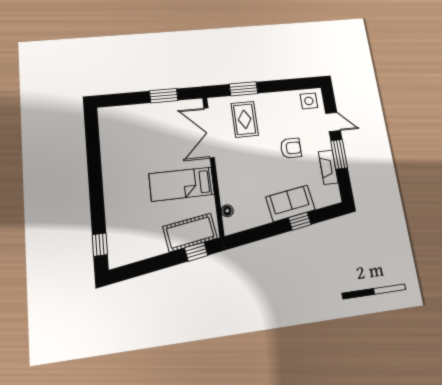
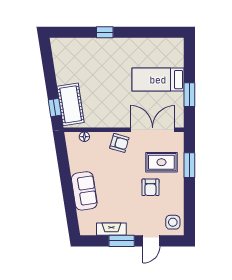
armchair: (291, 148) -> (150, 187), moved
armchair: (229, 169) -> (119, 143), added
bed: (182, 184) -> (158, 80), moved, turned -90
window: (300, 221) -> (69, 196), removed
window: (100, 245) -> (105, 32), moved

